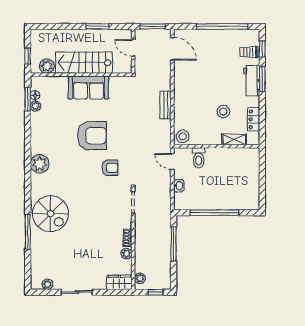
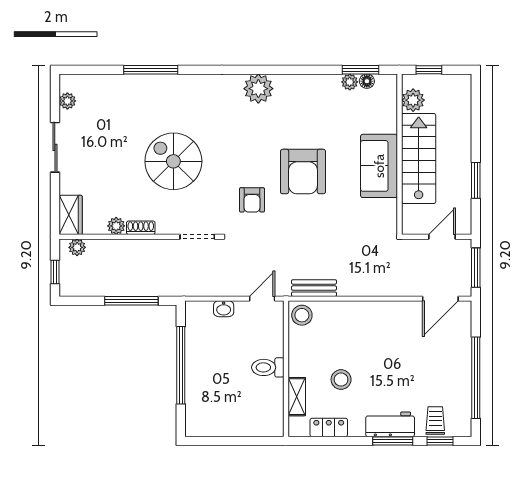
bench: (166, 105) -> (314, 288), moved
toilet: (199, 158) -> (268, 367), moved
spiral stairs: (50, 214) -> (173, 161), moved, turned 90

